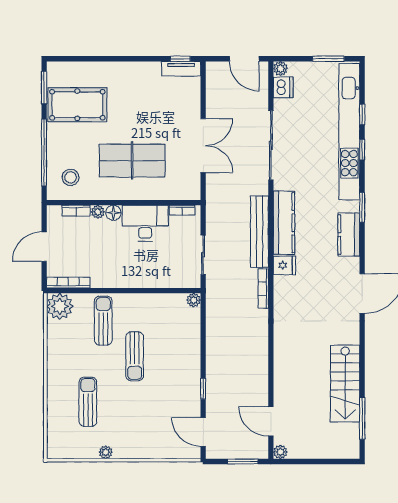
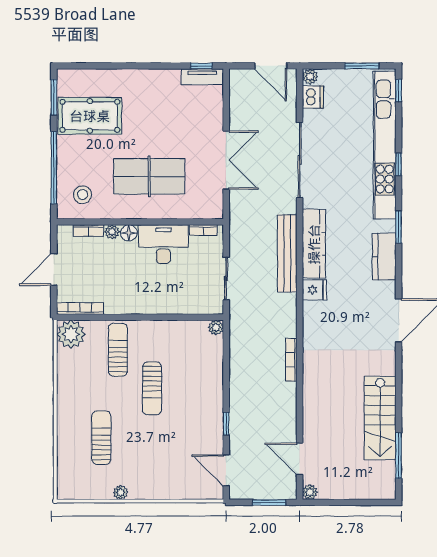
window: (362, 114) -> (399, 90), moved
bookcase: (263, 289) -> (291, 360), moved

